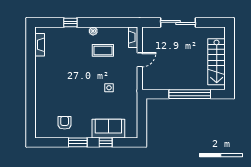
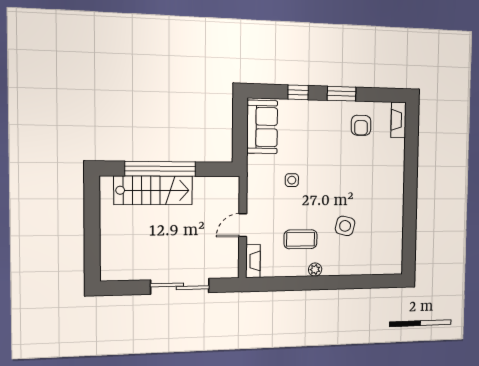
window: (70, 22) -> (349, 282), removed
fireplace: (40, 45) -> (398, 120), moved
side table: (74, 59) -> (345, 226), added
stairs: (217, 62) -> (153, 190), moved, turned 90
sofa: (108, 129) -> (262, 127), moved, turned -90

